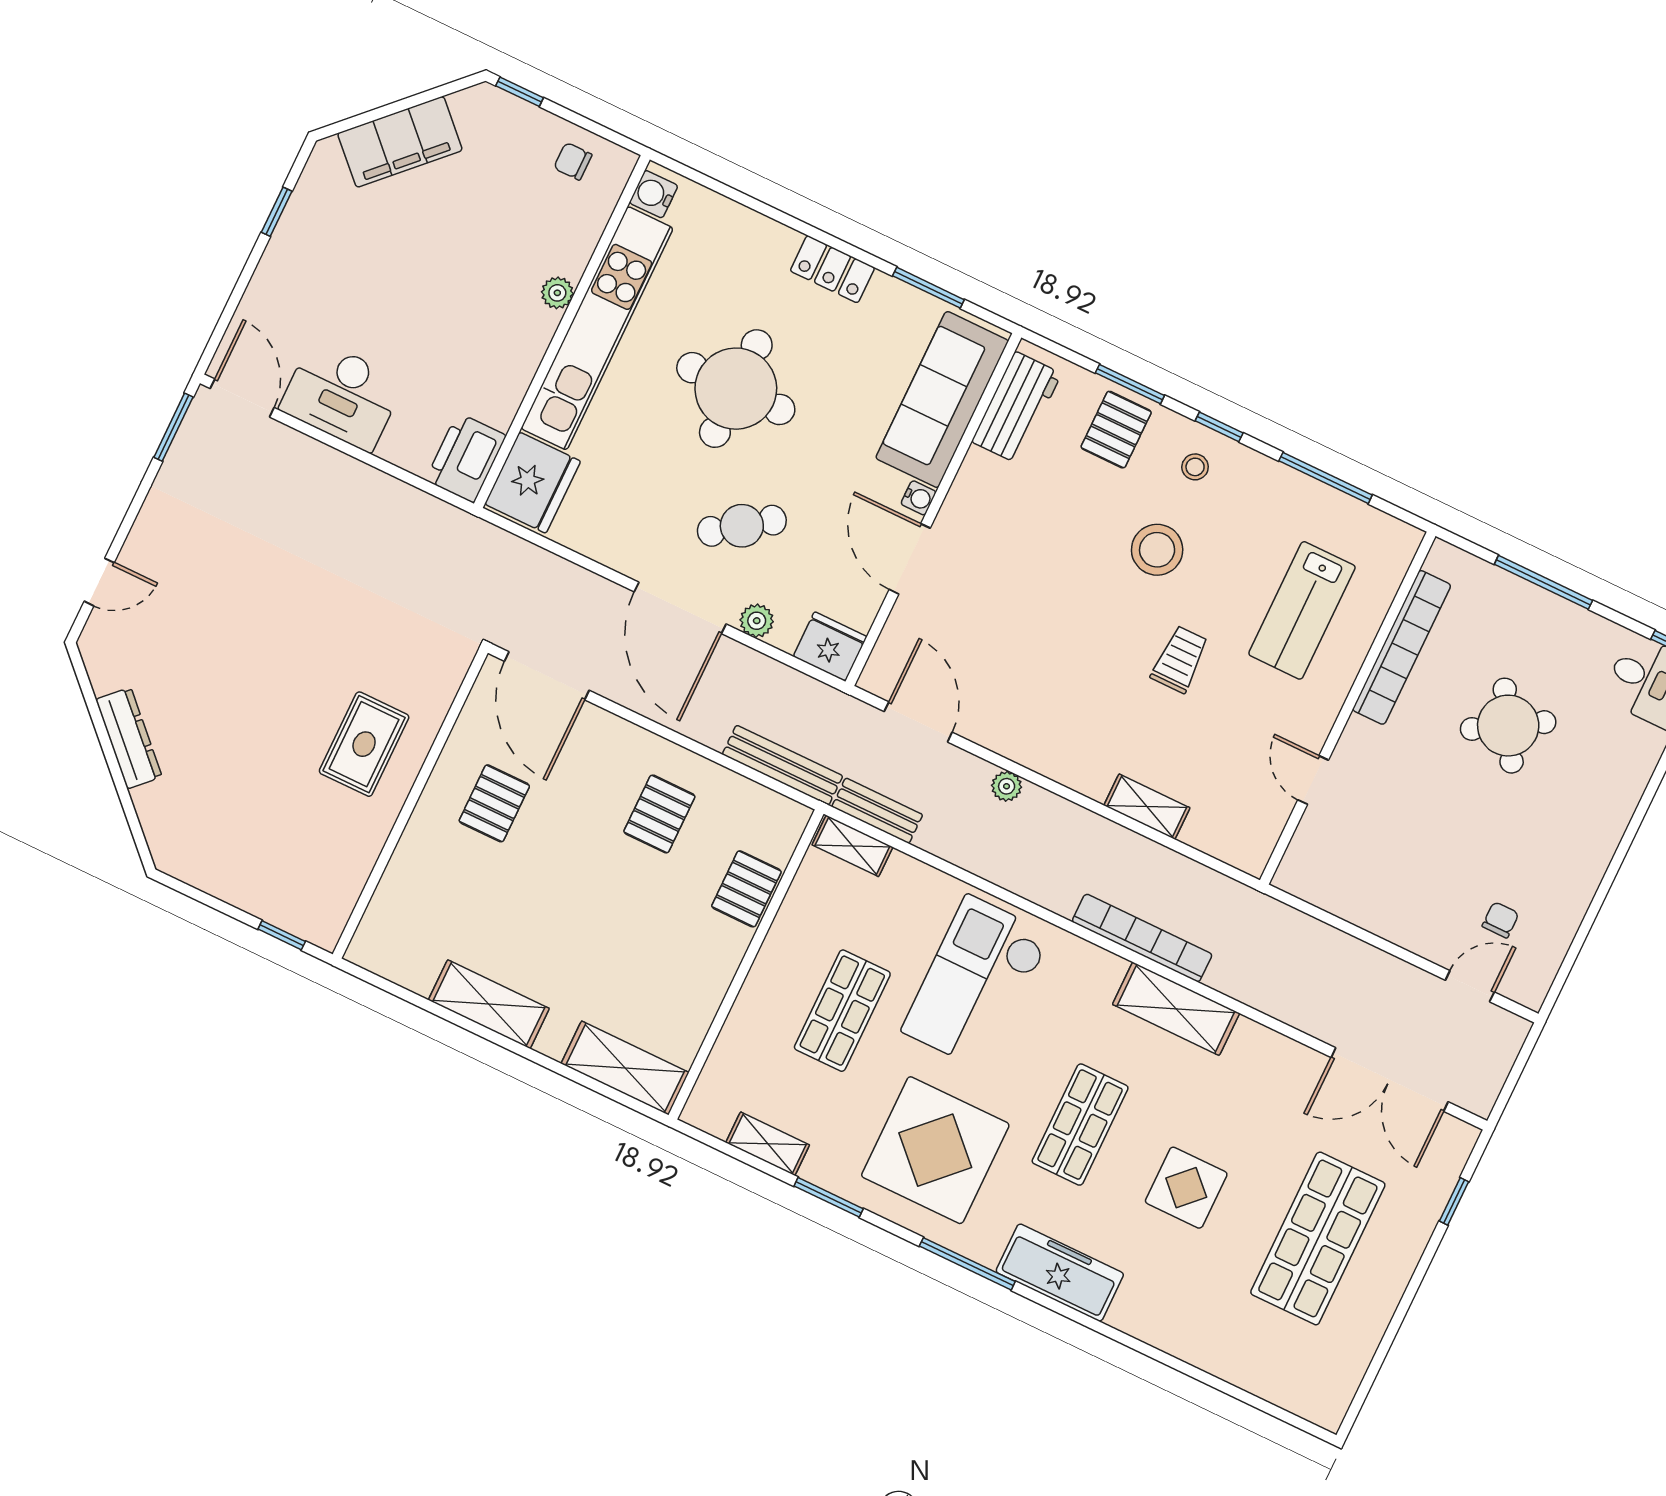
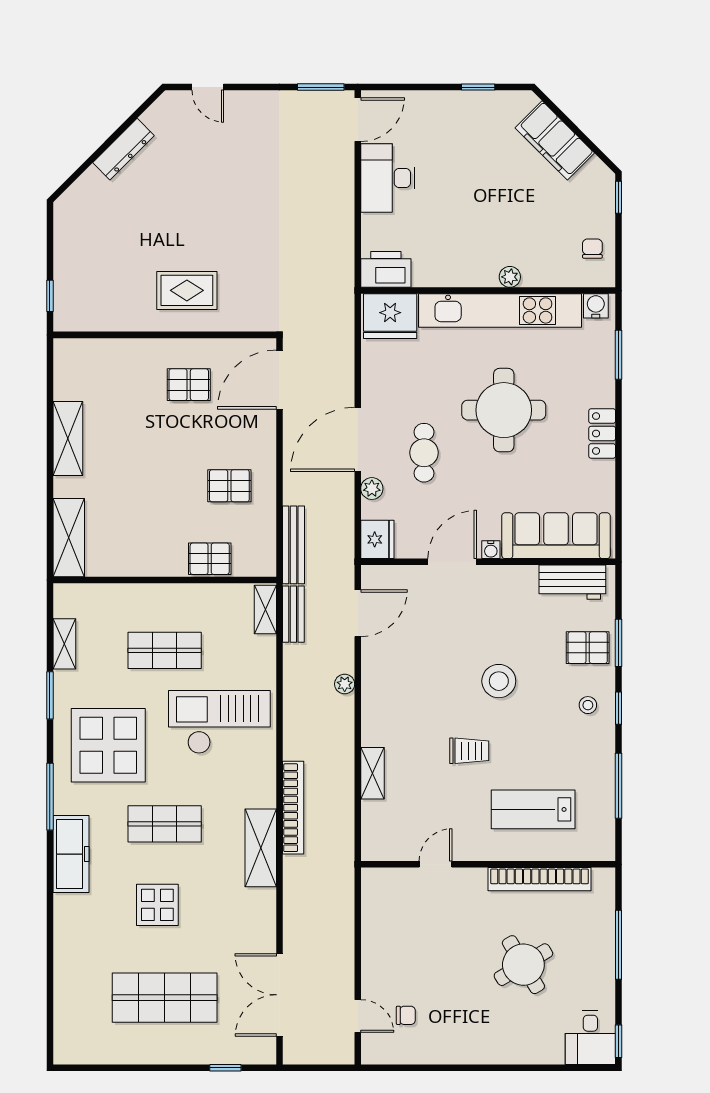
window: (928, 288) -> (618, 355), moved
cafe table: (742, 526) -> (424, 453), turned 36
stool: (1157, 550) -> (499, 681), moved

